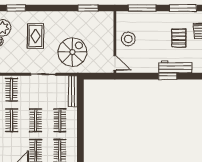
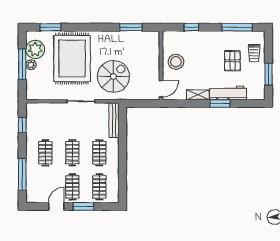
window: (142, 8) -> (191, 27), width x0.46
rug: (35, 36) -> (72, 59), width x1.86, depth x2.06
door: (115, 63) -> (161, 89), hinge flipped
shelving: (148, 68) -> (198, 95), added
clothes rail: (11, 90) -> (45, 119), removed

